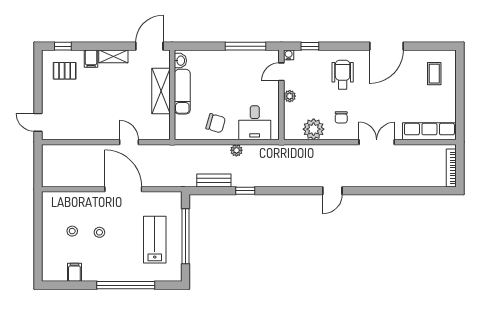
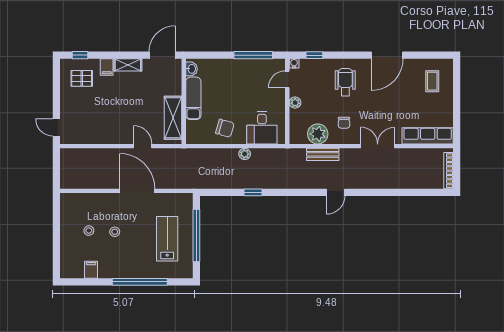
shelving: (161, 91) -> (173, 118), moved
bench: (214, 181) -> (323, 154), moved

